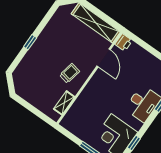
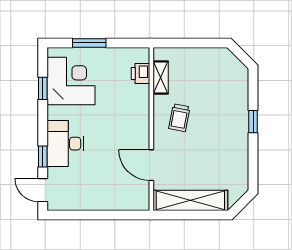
printer: (124, 42) -> (141, 73), moved

